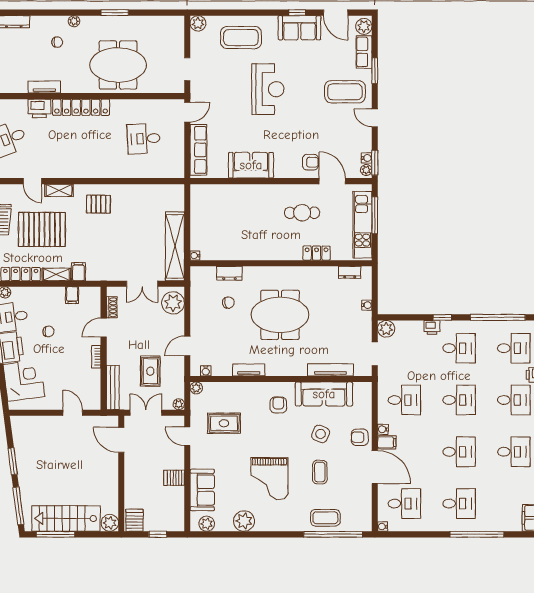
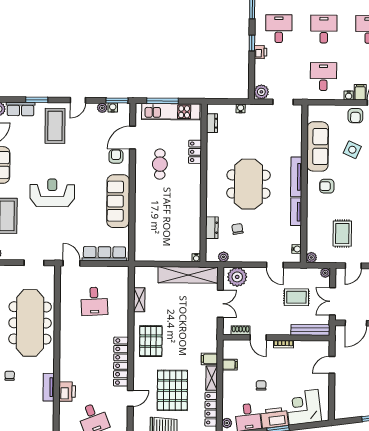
meeting table: (118, 65) -> (30, 323), width x1.36
locker: (81, 107) -> (121, 362), moved, turned 180
sofa: (251, 165) -> (118, 201), width x1.36
plant: (366, 170) -> (102, 108), moved
shelving: (59, 190) -> (139, 300), moved
pallet: (98, 204) -> (151, 341), width x1.50, depth x1.42
plant: (196, 287) -> (223, 257), added
tv unit: (330, 370) -> (296, 177), moved

